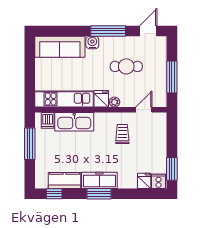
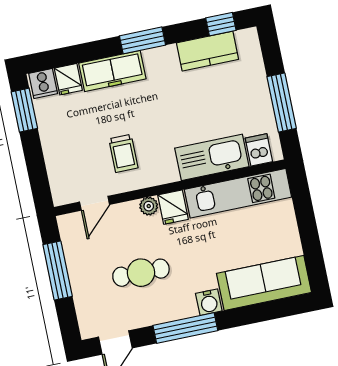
freezer: (99, 180) -> (112, 71), moved

